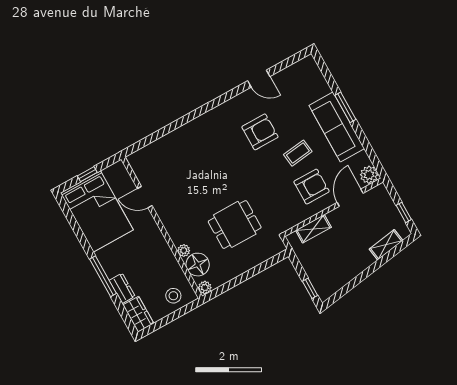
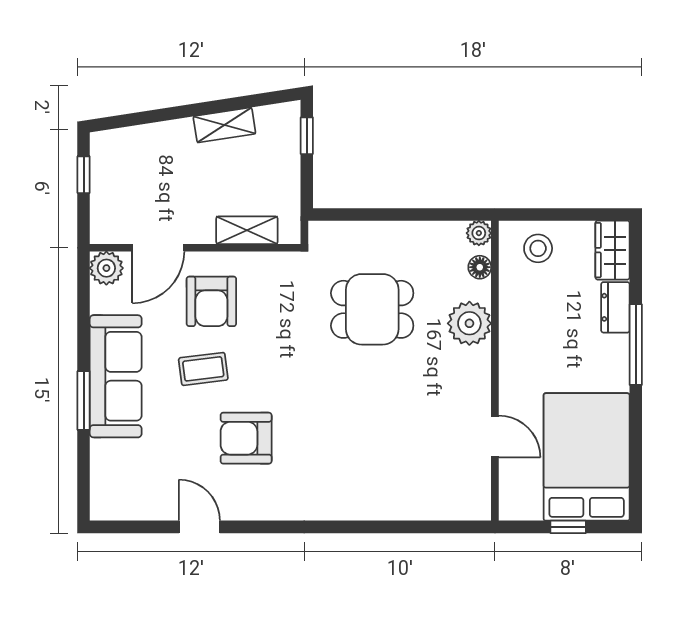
armchair: (312, 187) -> (211, 301), turned -90
shelving: (386, 245) -> (224, 125), moved
plant: (184, 251) -> (469, 323), width x1.88, depth x1.88
floor lamp: (198, 265) -> (480, 267), width x0.53, depth x0.53

